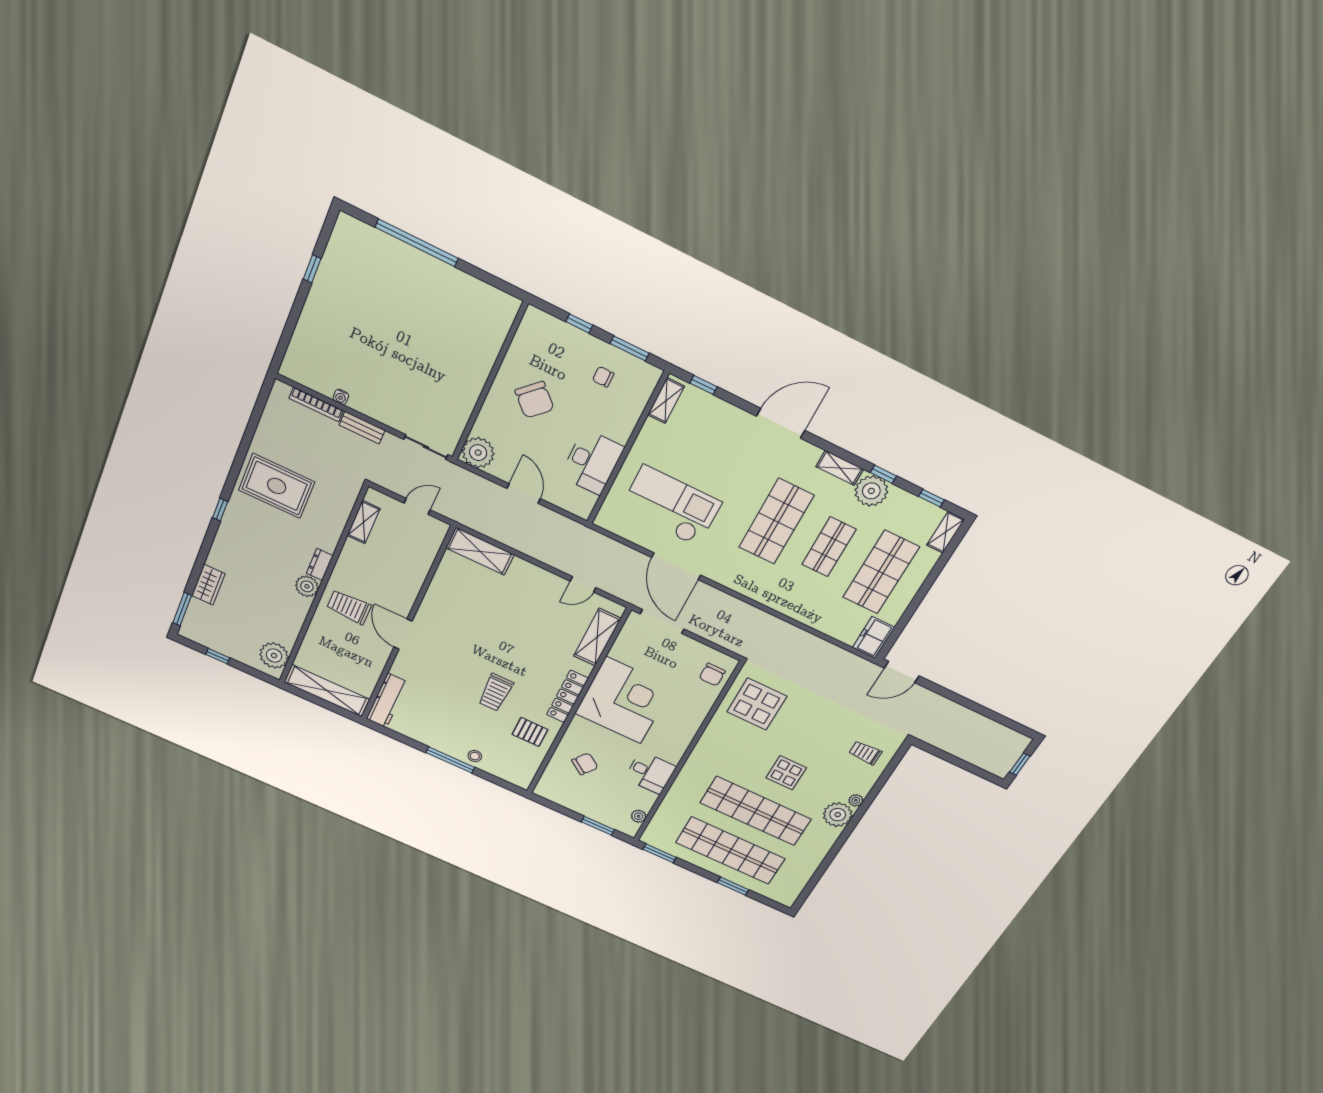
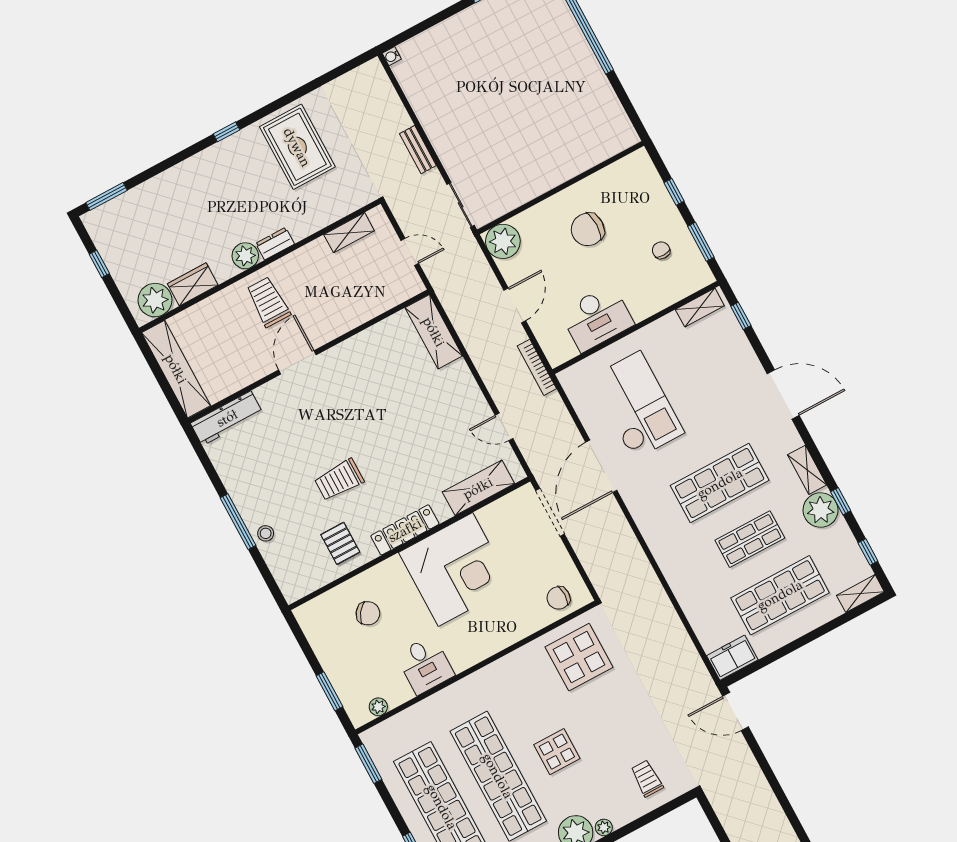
water cooler: (341, 397) -> (392, 56), moved
chair: (534, 400) -> (588, 229), turned 45
bookcase: (316, 404) -> (537, 367), moved
wardrobe: (208, 585) -> (193, 284), moved, turned 180

